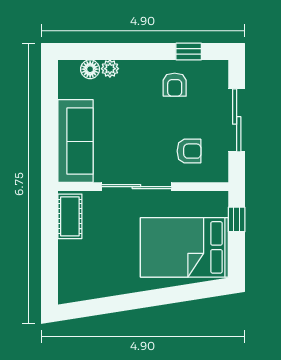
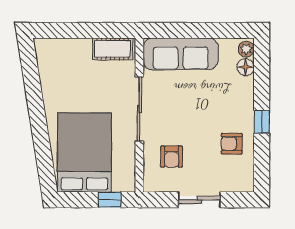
window: (189, 51) -> (262, 122), moved
plant: (110, 69) -> (246, 49), moved
sliding door: (237, 120) -> (199, 200), width x0.73

